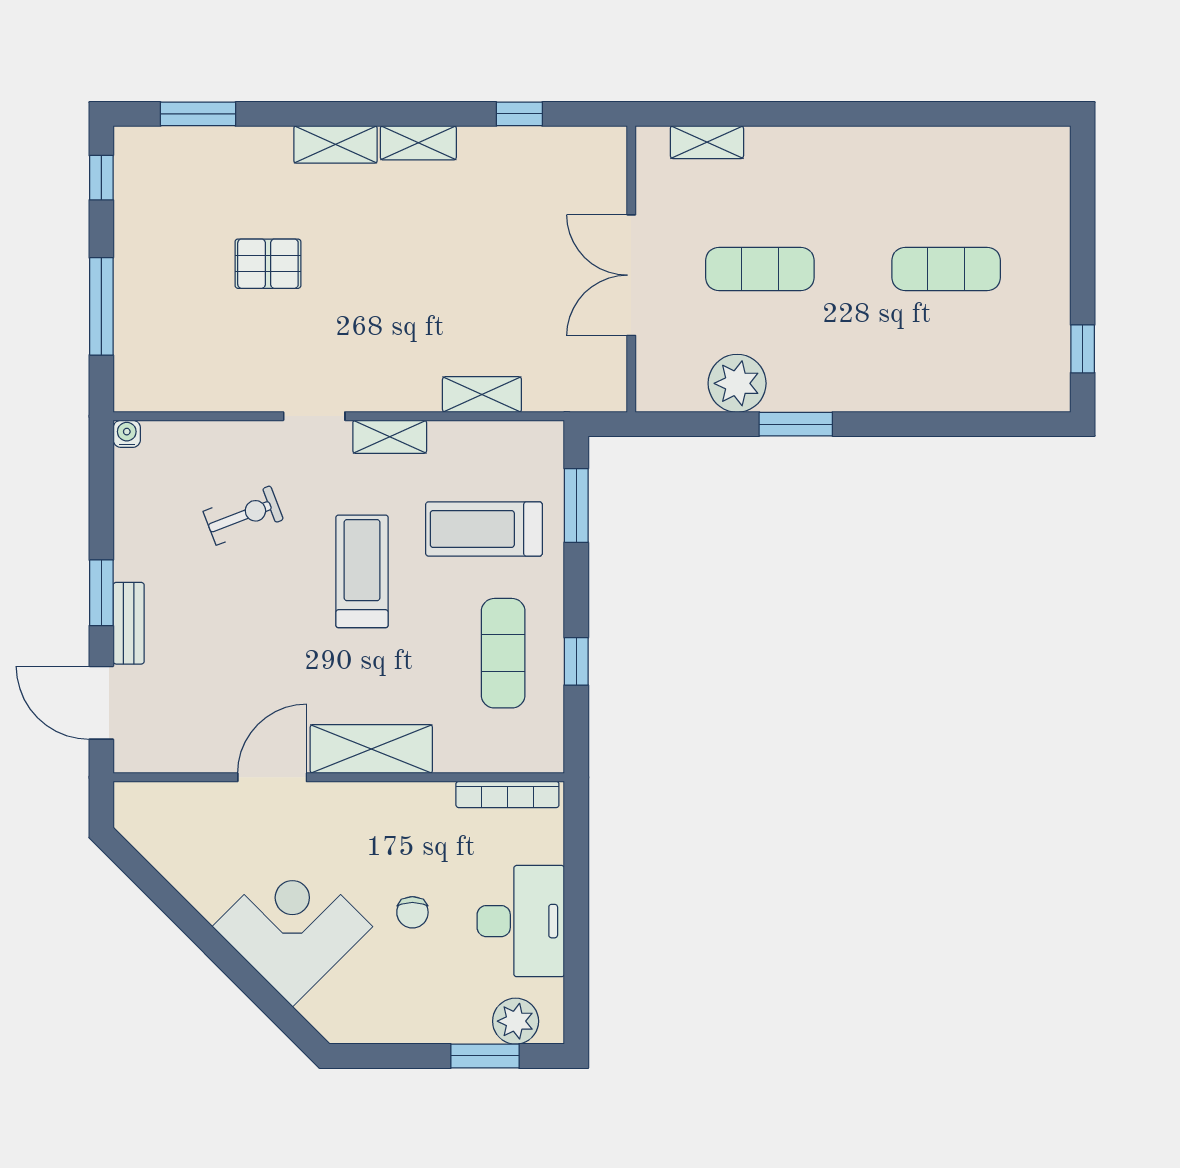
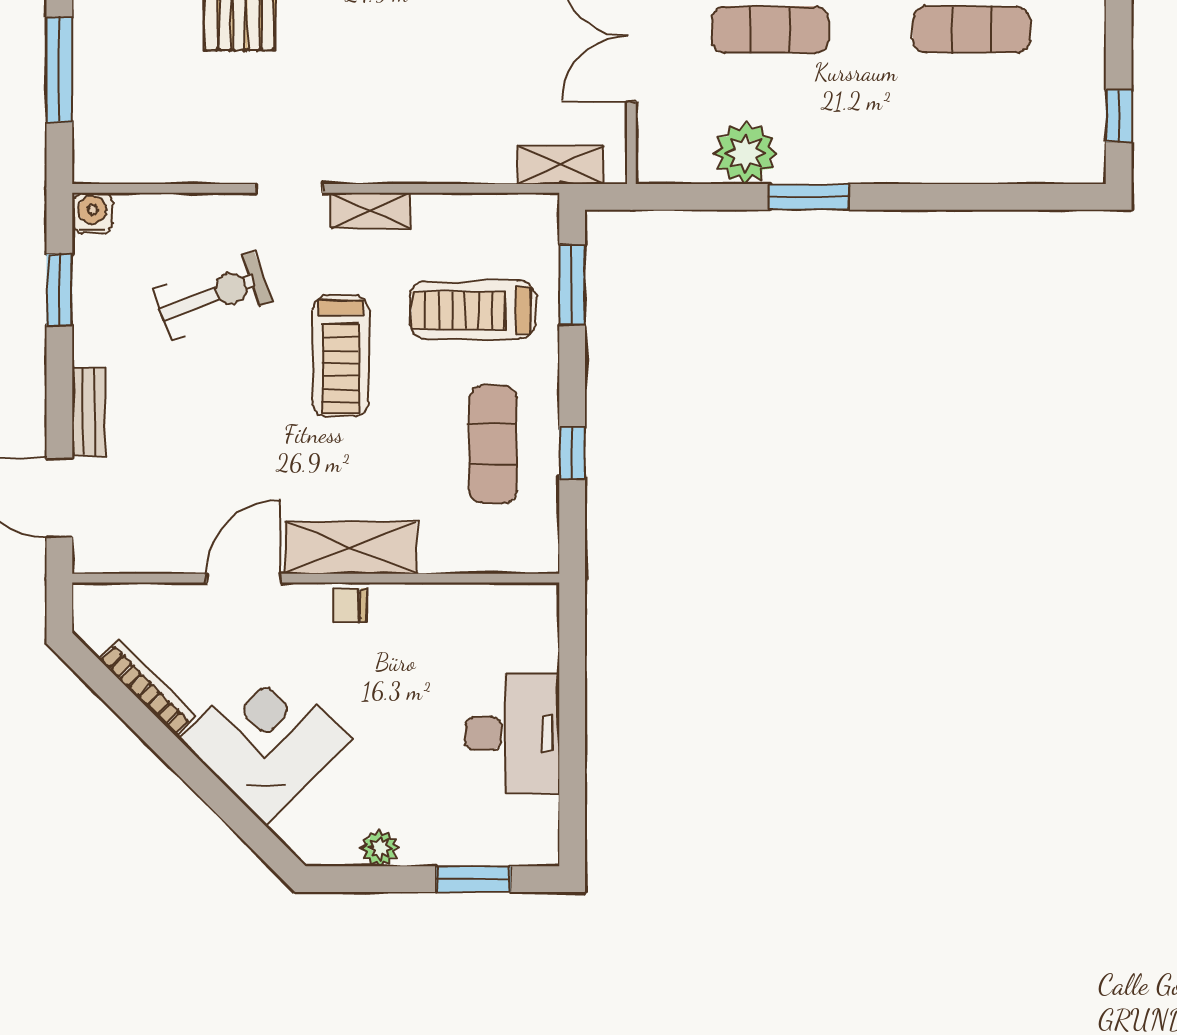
shelving: (482, 395) -> (560, 165), moved
water cooler: (127, 434) -> (93, 213), width x1.38, depth x1.38
exercise bike: (243, 515) -> (213, 296), width x1.38, depth x1.39
treadmill: (362, 571) -> (341, 356), turned 180
window: (101, 593) -> (59, 290), moved
bookcase: (507, 794) -> (147, 688), moved, turned -135
chair: (412, 912) -> (350, 605), moved, turned 90
plant: (516, 1021) -> (380, 848), moved, width x0.73, depth x0.73

